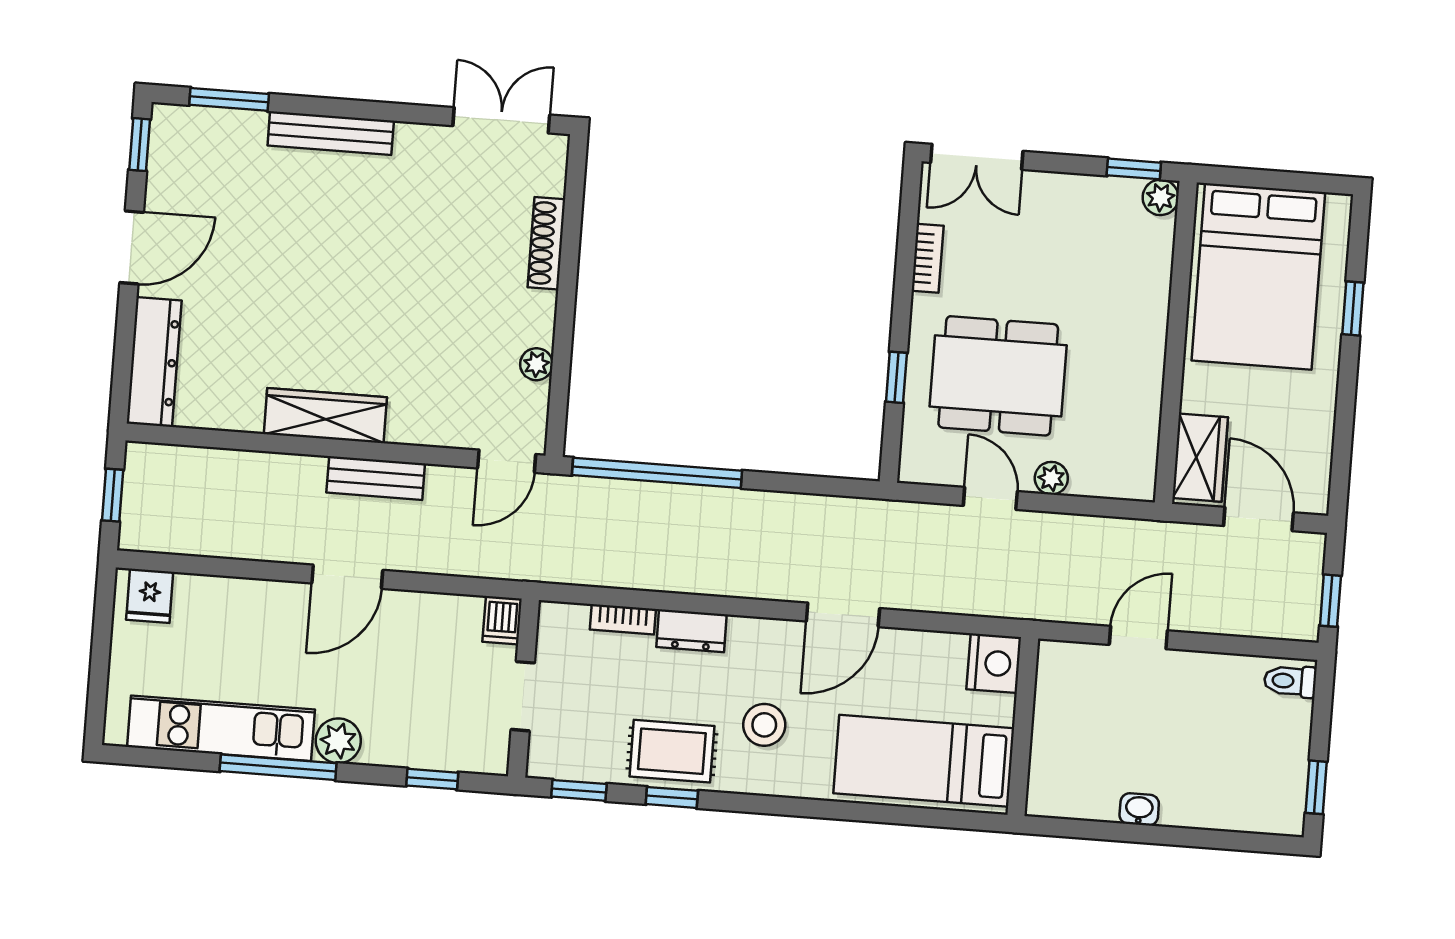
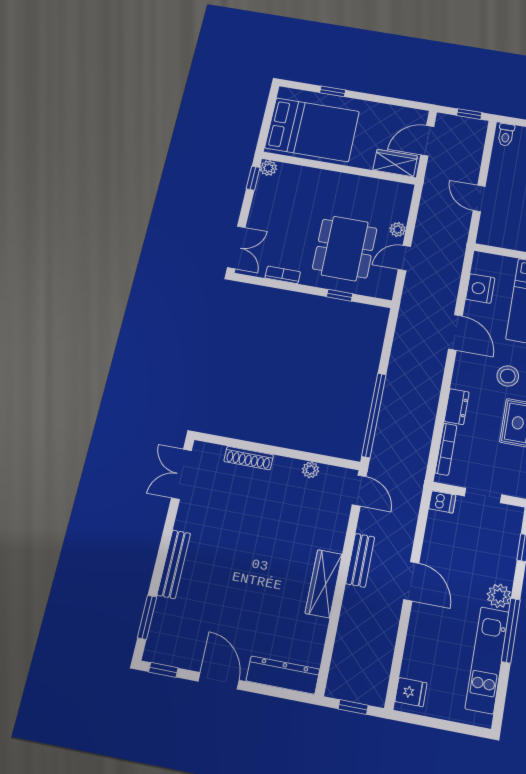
bookcase: (623, 619) -> (446, 449), width x1.56
nightstand: (994, 663) -> (480, 288), moved, turned -90

